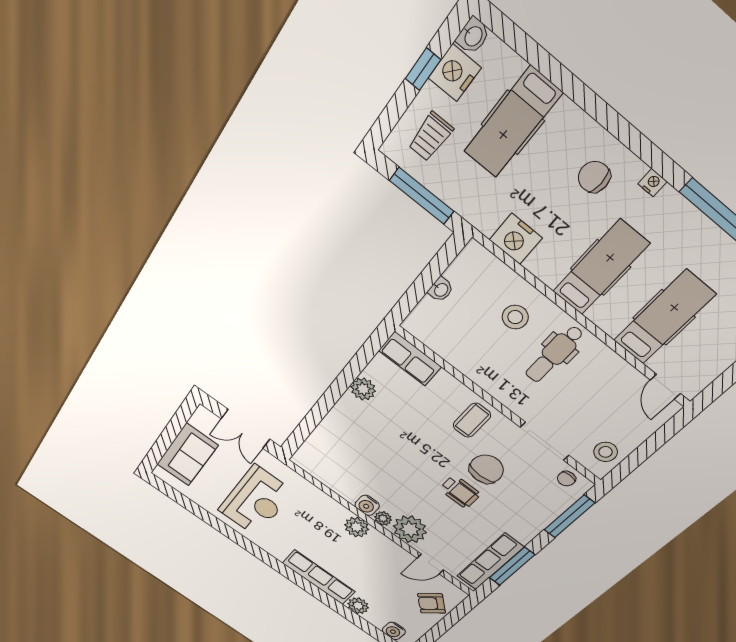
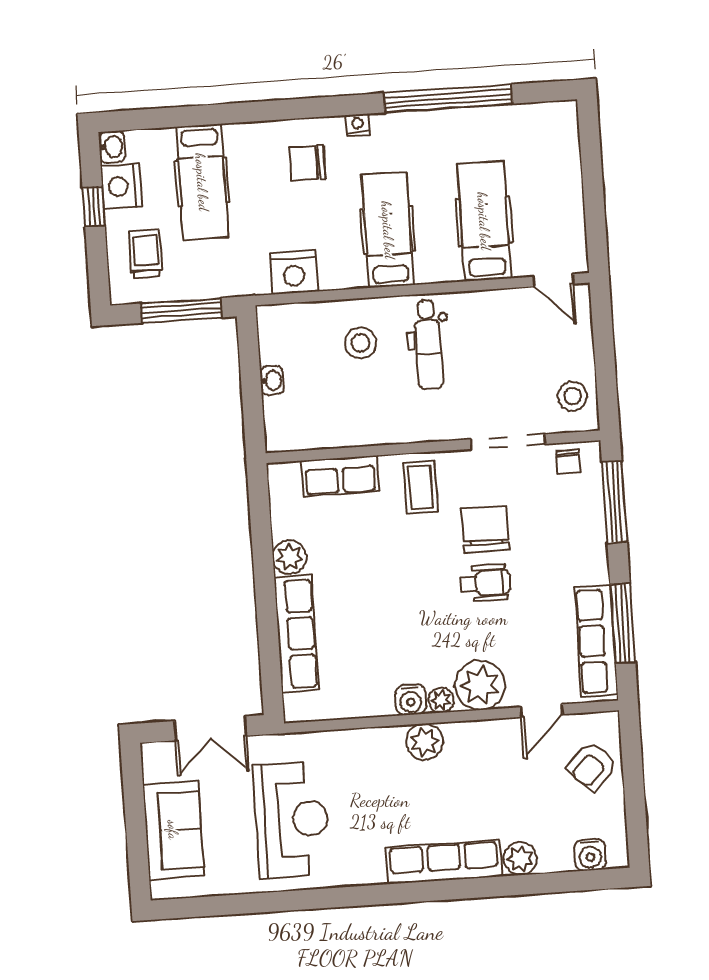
trolley: (431, 137) -> (146, 254), turned 180
row of seats: (410, 359) -> (340, 476), moved
row of seats: (333, 427) -> (296, 634), added

